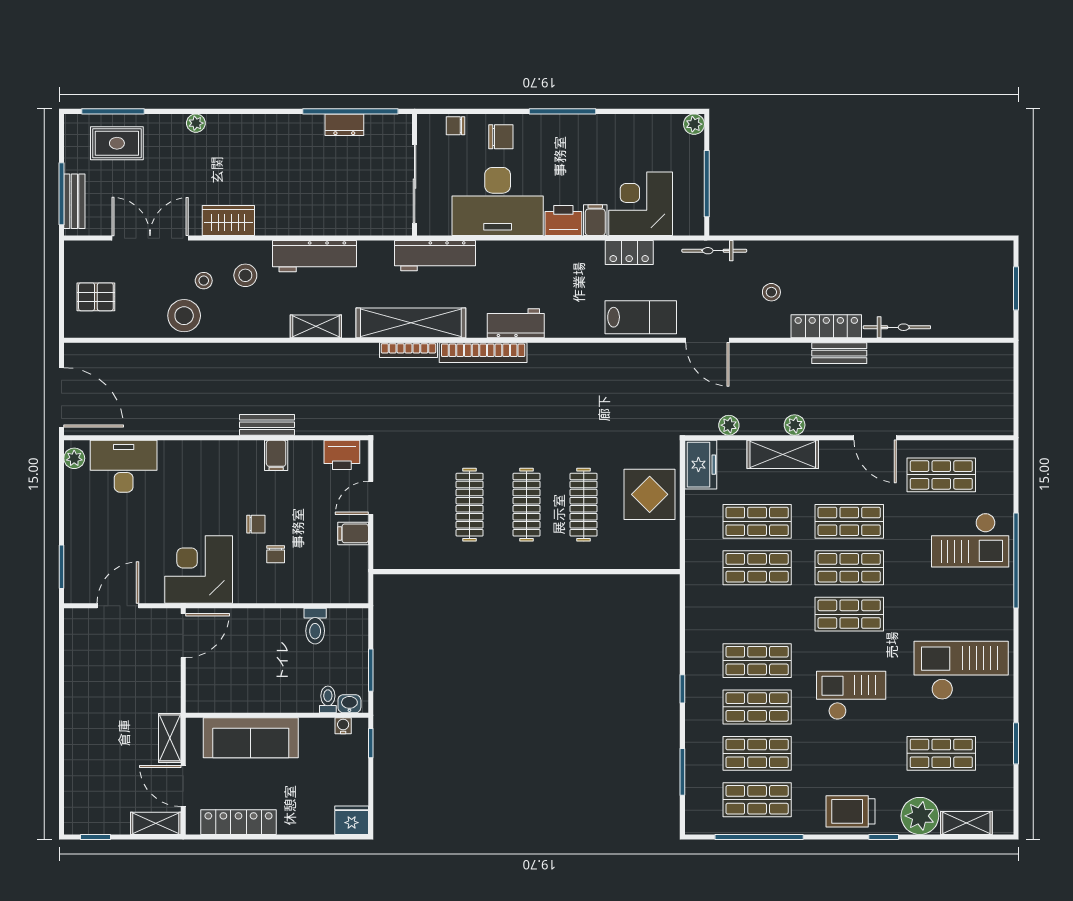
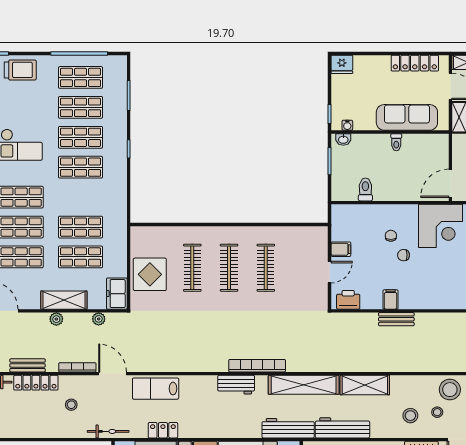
workbench: (314, 256) -> (342, 428), moved
shelving: (316, 326) -> (365, 385), width x1.50, depth x1.33
bookcase: (408, 350) -> (77, 367), moved
toilet: (328, 699) -> (396, 142), moved

